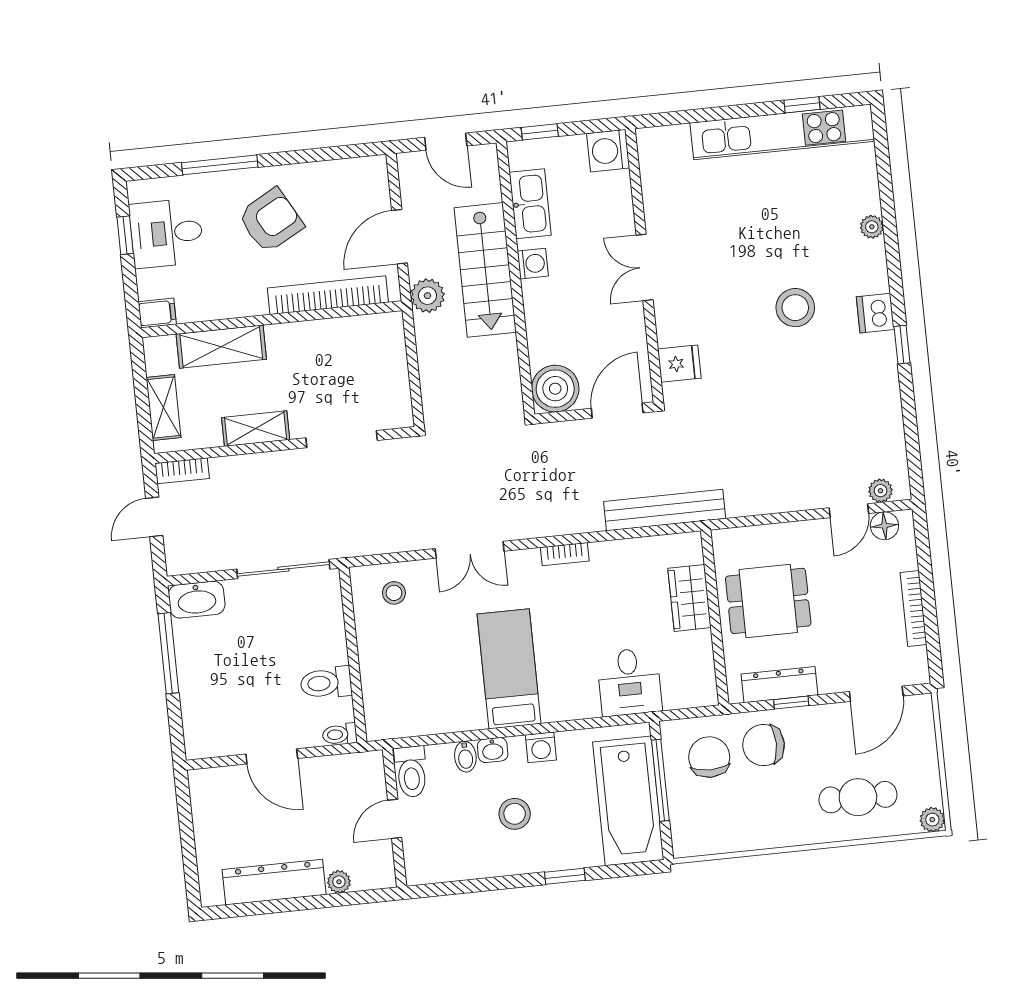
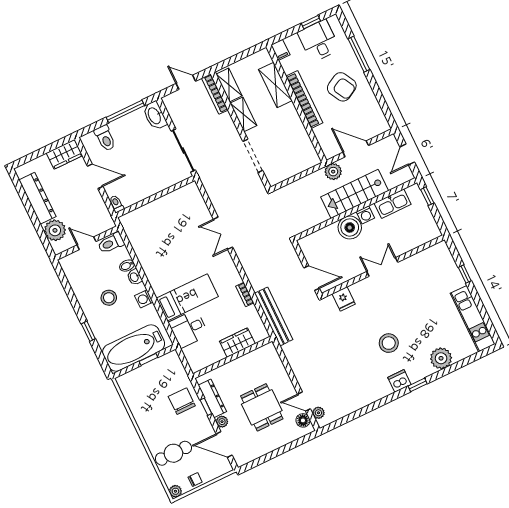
window: (802, 105) -> (465, 274), moved
kitchen unit: (782, 132) -> (473, 319), width x0.73
washing machine: (608, 151) -> (430, 231), removed
plant: (872, 227) -> (441, 358), width x1.88, depth x1.88
bookcase: (328, 295) -> (304, 100), moved
window: (902, 345) -> (418, 385), moved
boiler: (555, 389) -> (350, 228), moved
shelving: (163, 407) -> (229, 85), moved, turned 90
bookcase: (182, 471) -> (215, 94), width x1.56
bookcase: (565, 554) -> (245, 294), moved
stool: (394, 593) -> (191, 205), removed
dining table: (768, 601) -> (262, 407), moved
bookcase: (913, 609) -> (270, 448), removed
bed: (509, 669) -> (187, 297), moved
plant: (831, 682) -> (222, 422), added
toilet: (326, 683) -> (105, 138), moved, turned 180
door: (272, 756) -> (95, 176), swing flipped
chair: (709, 757) -> (195, 480), moved, width x0.54, depth x0.54
window: (660, 780) -> (148, 359), width x0.46
cafe table: (858, 797) -> (173, 453), turned 90
wardrobe: (208, 800) -> (64, 154), added
plant: (339, 882) -> (55, 230), width x1.88, depth x1.88

